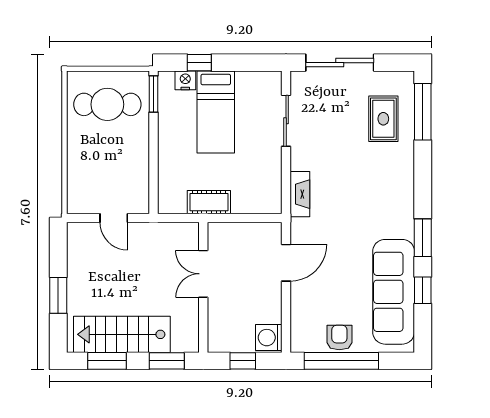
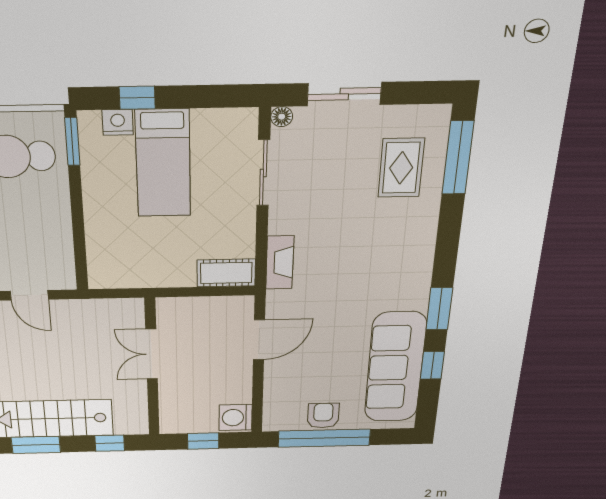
sliding door: (340, 63) -> (344, 94), width x0.73
floor lamp: (298, 78) -> (282, 117), added
cot: (209, 202) -> (226, 273), moved
window: (167, 361) -> (110, 443), width x0.67

